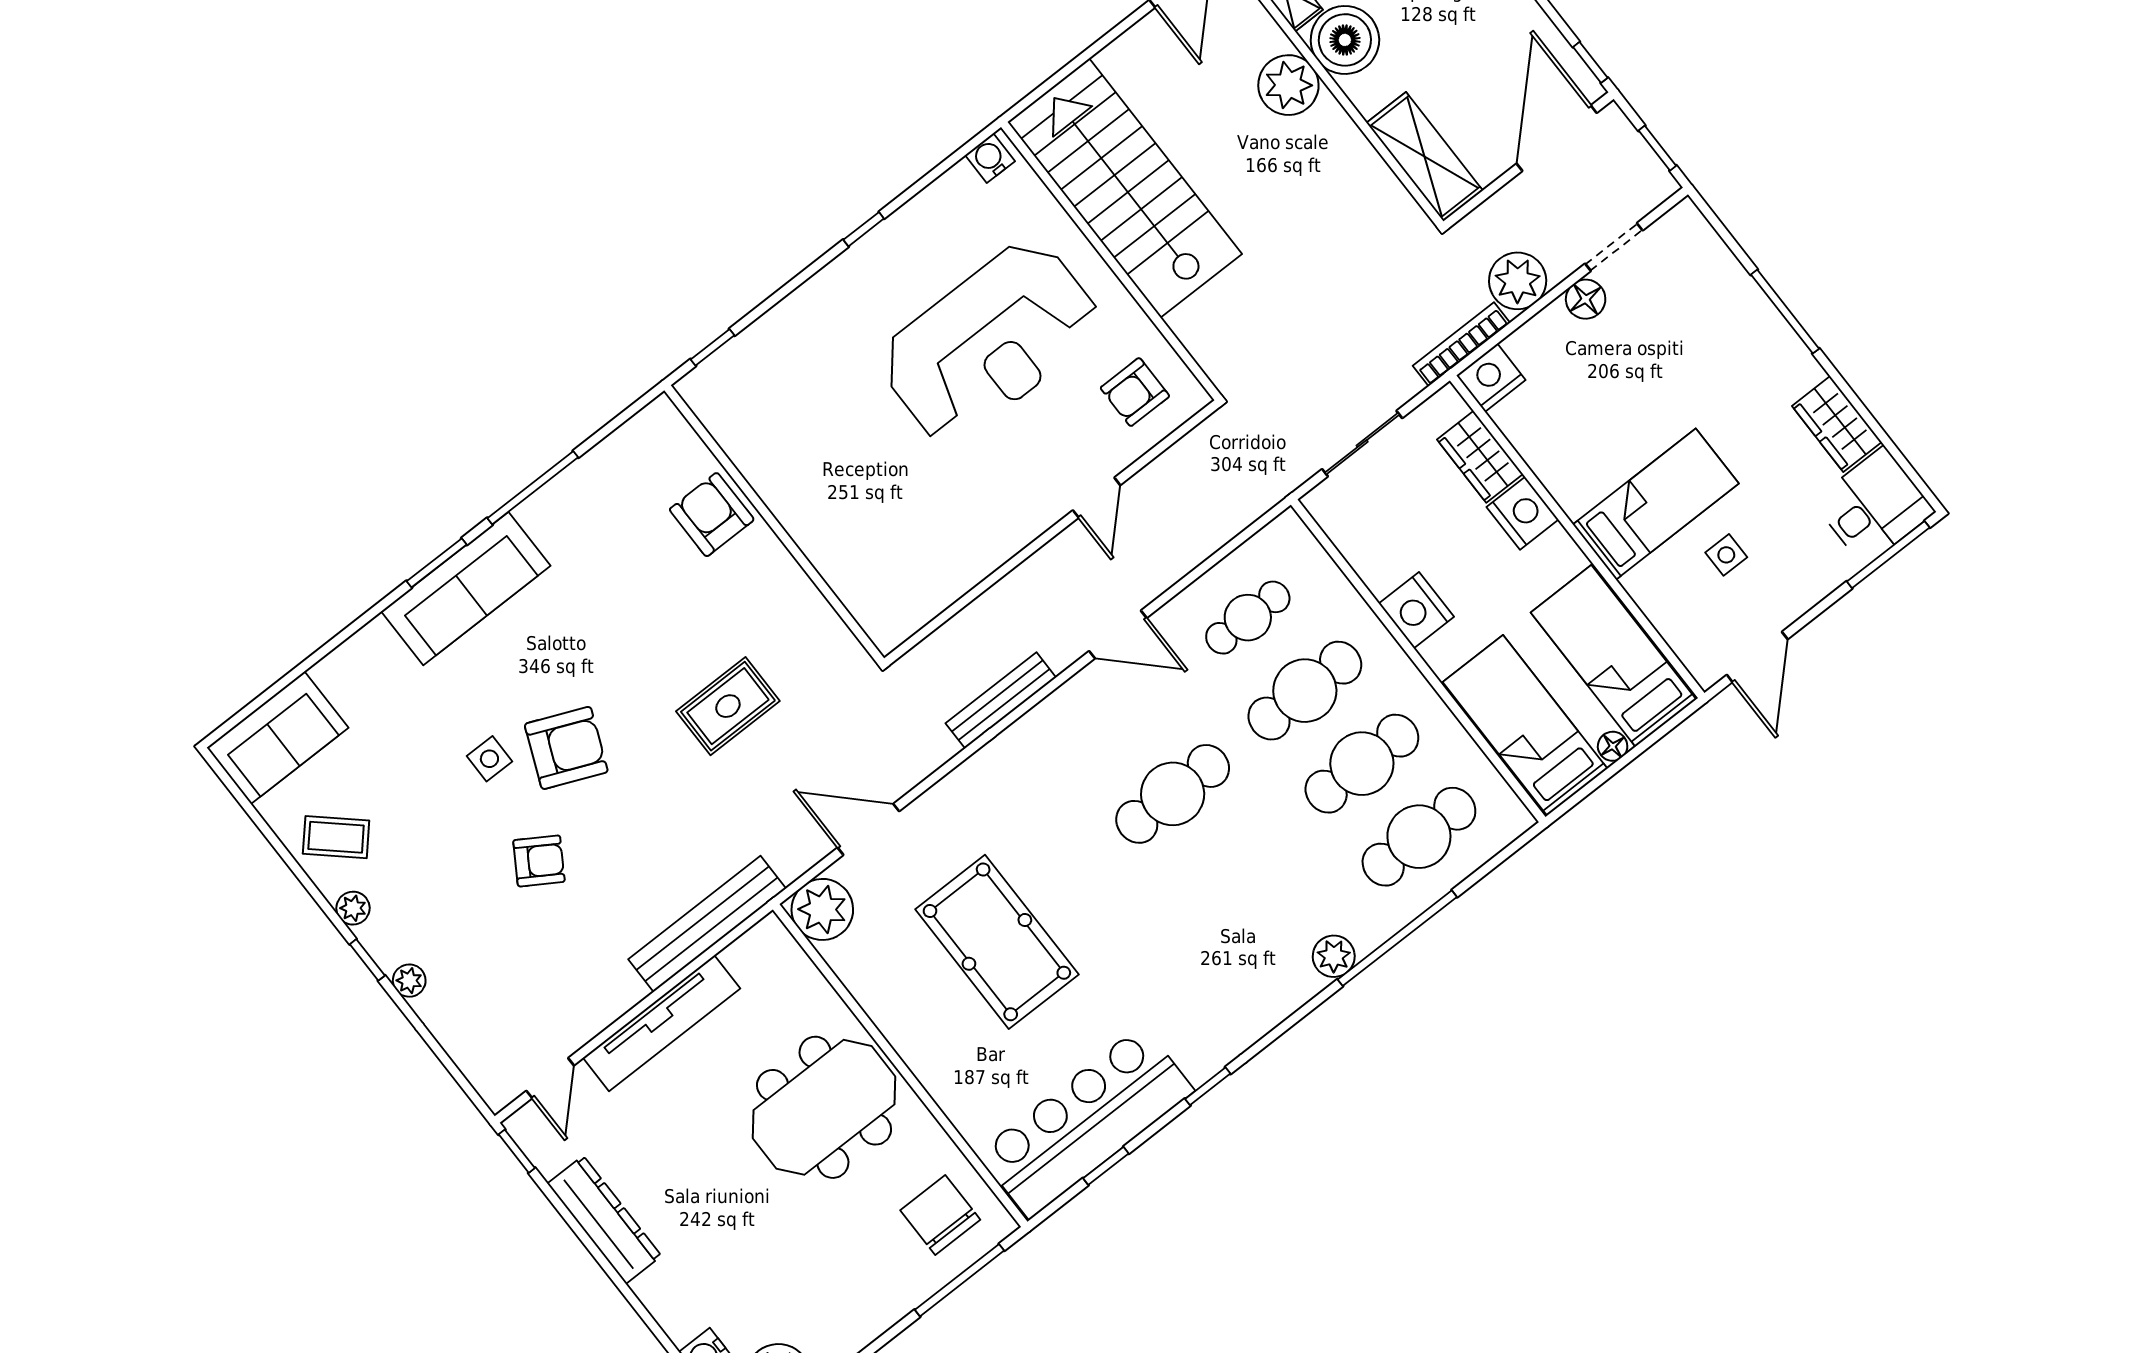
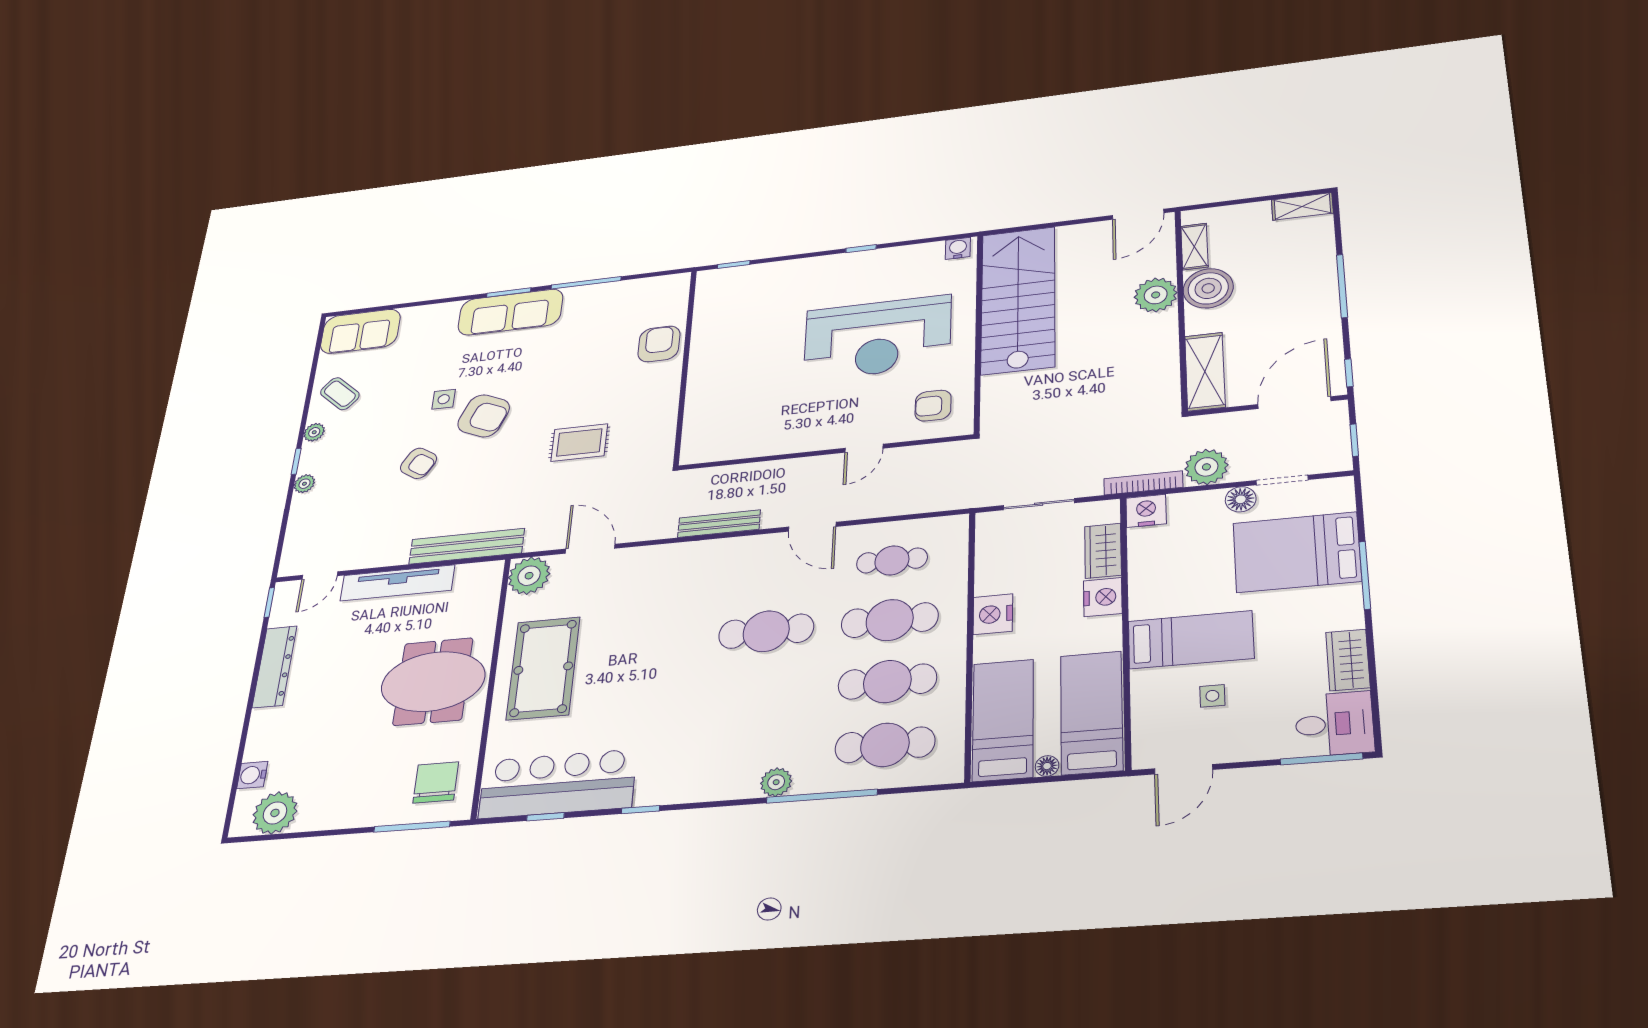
bed: (1693, 328) -> (1297, 552), added
pool table: (997, 942) -> (543, 668), moved

